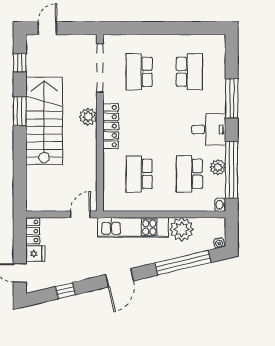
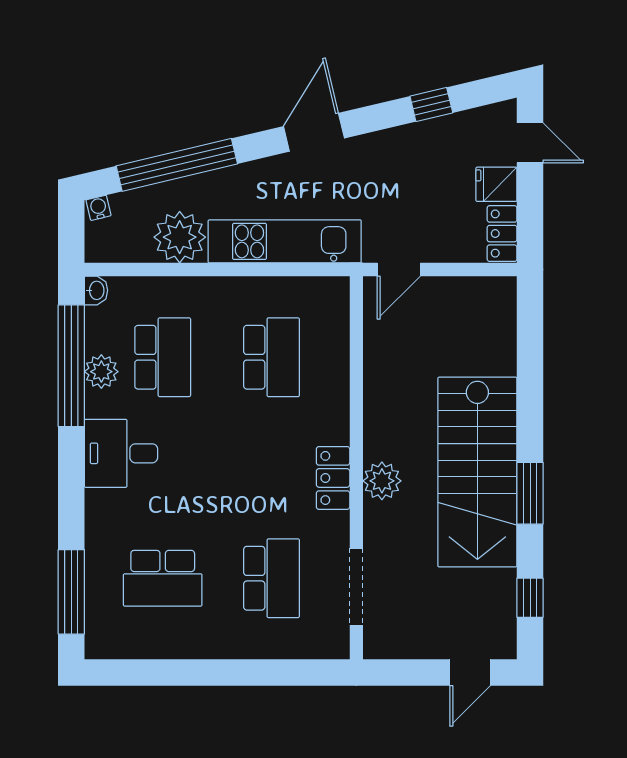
doorway: (100, 68) -> (356, 587), width x0.73
school desk: (189, 72) -> (163, 578), turned -90
window: (232, 98) -> (71, 592), moved
locker: (111, 126) -> (333, 478), width x0.66

